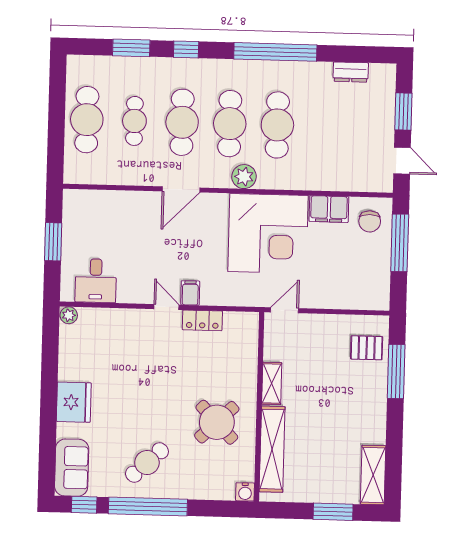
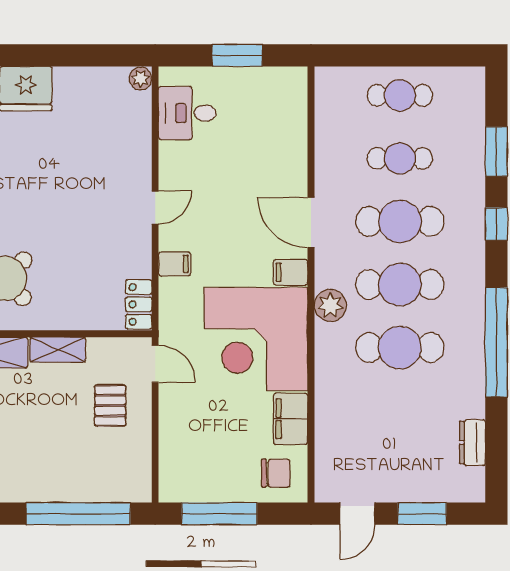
cafe table: (87, 120) -> (400, 95), width x0.73, depth x0.74
filing cabinet: (218, 206) -> (291, 272), added
chair: (370, 221) -> (276, 473), turned 180
window: (400, 243) -> (219, 514), moved
filing cabinet: (190, 293) -> (175, 264), moved
locker: (202, 320) -> (139, 304), moved
pallet: (367, 348) -> (110, 406), moved
window: (396, 372) -> (78, 514), width x1.46

